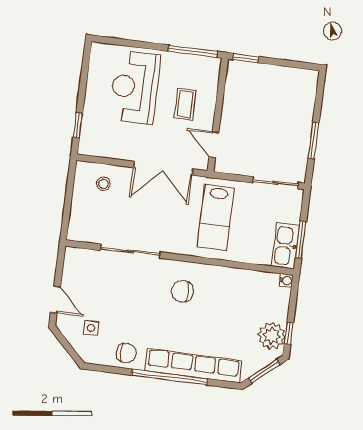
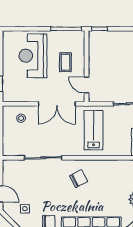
lab bench: (216, 217) -> (93, 130), turned 180
chair: (182, 291) -> (79, 179), turned 152

